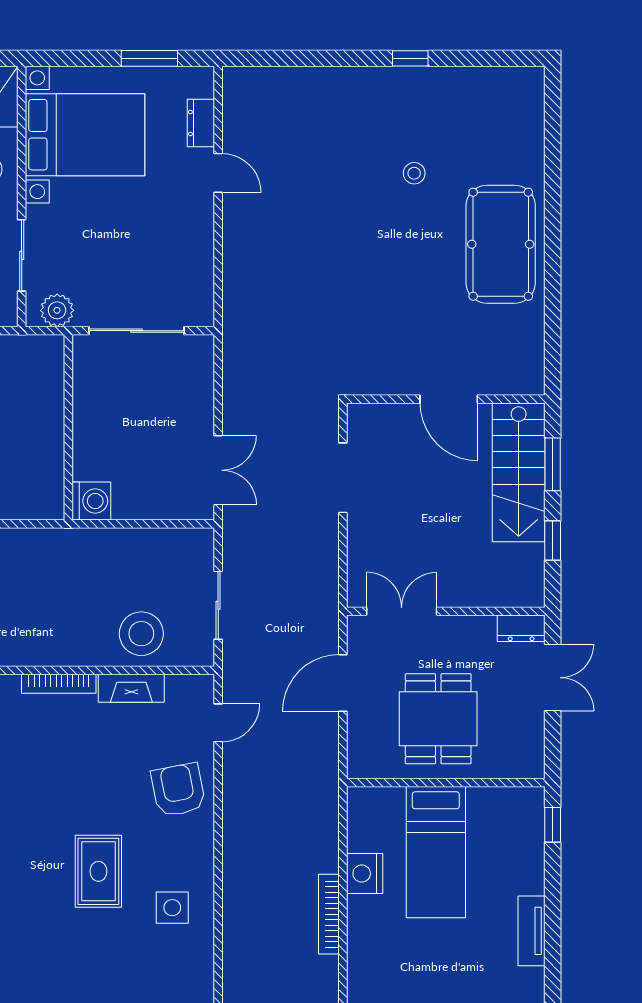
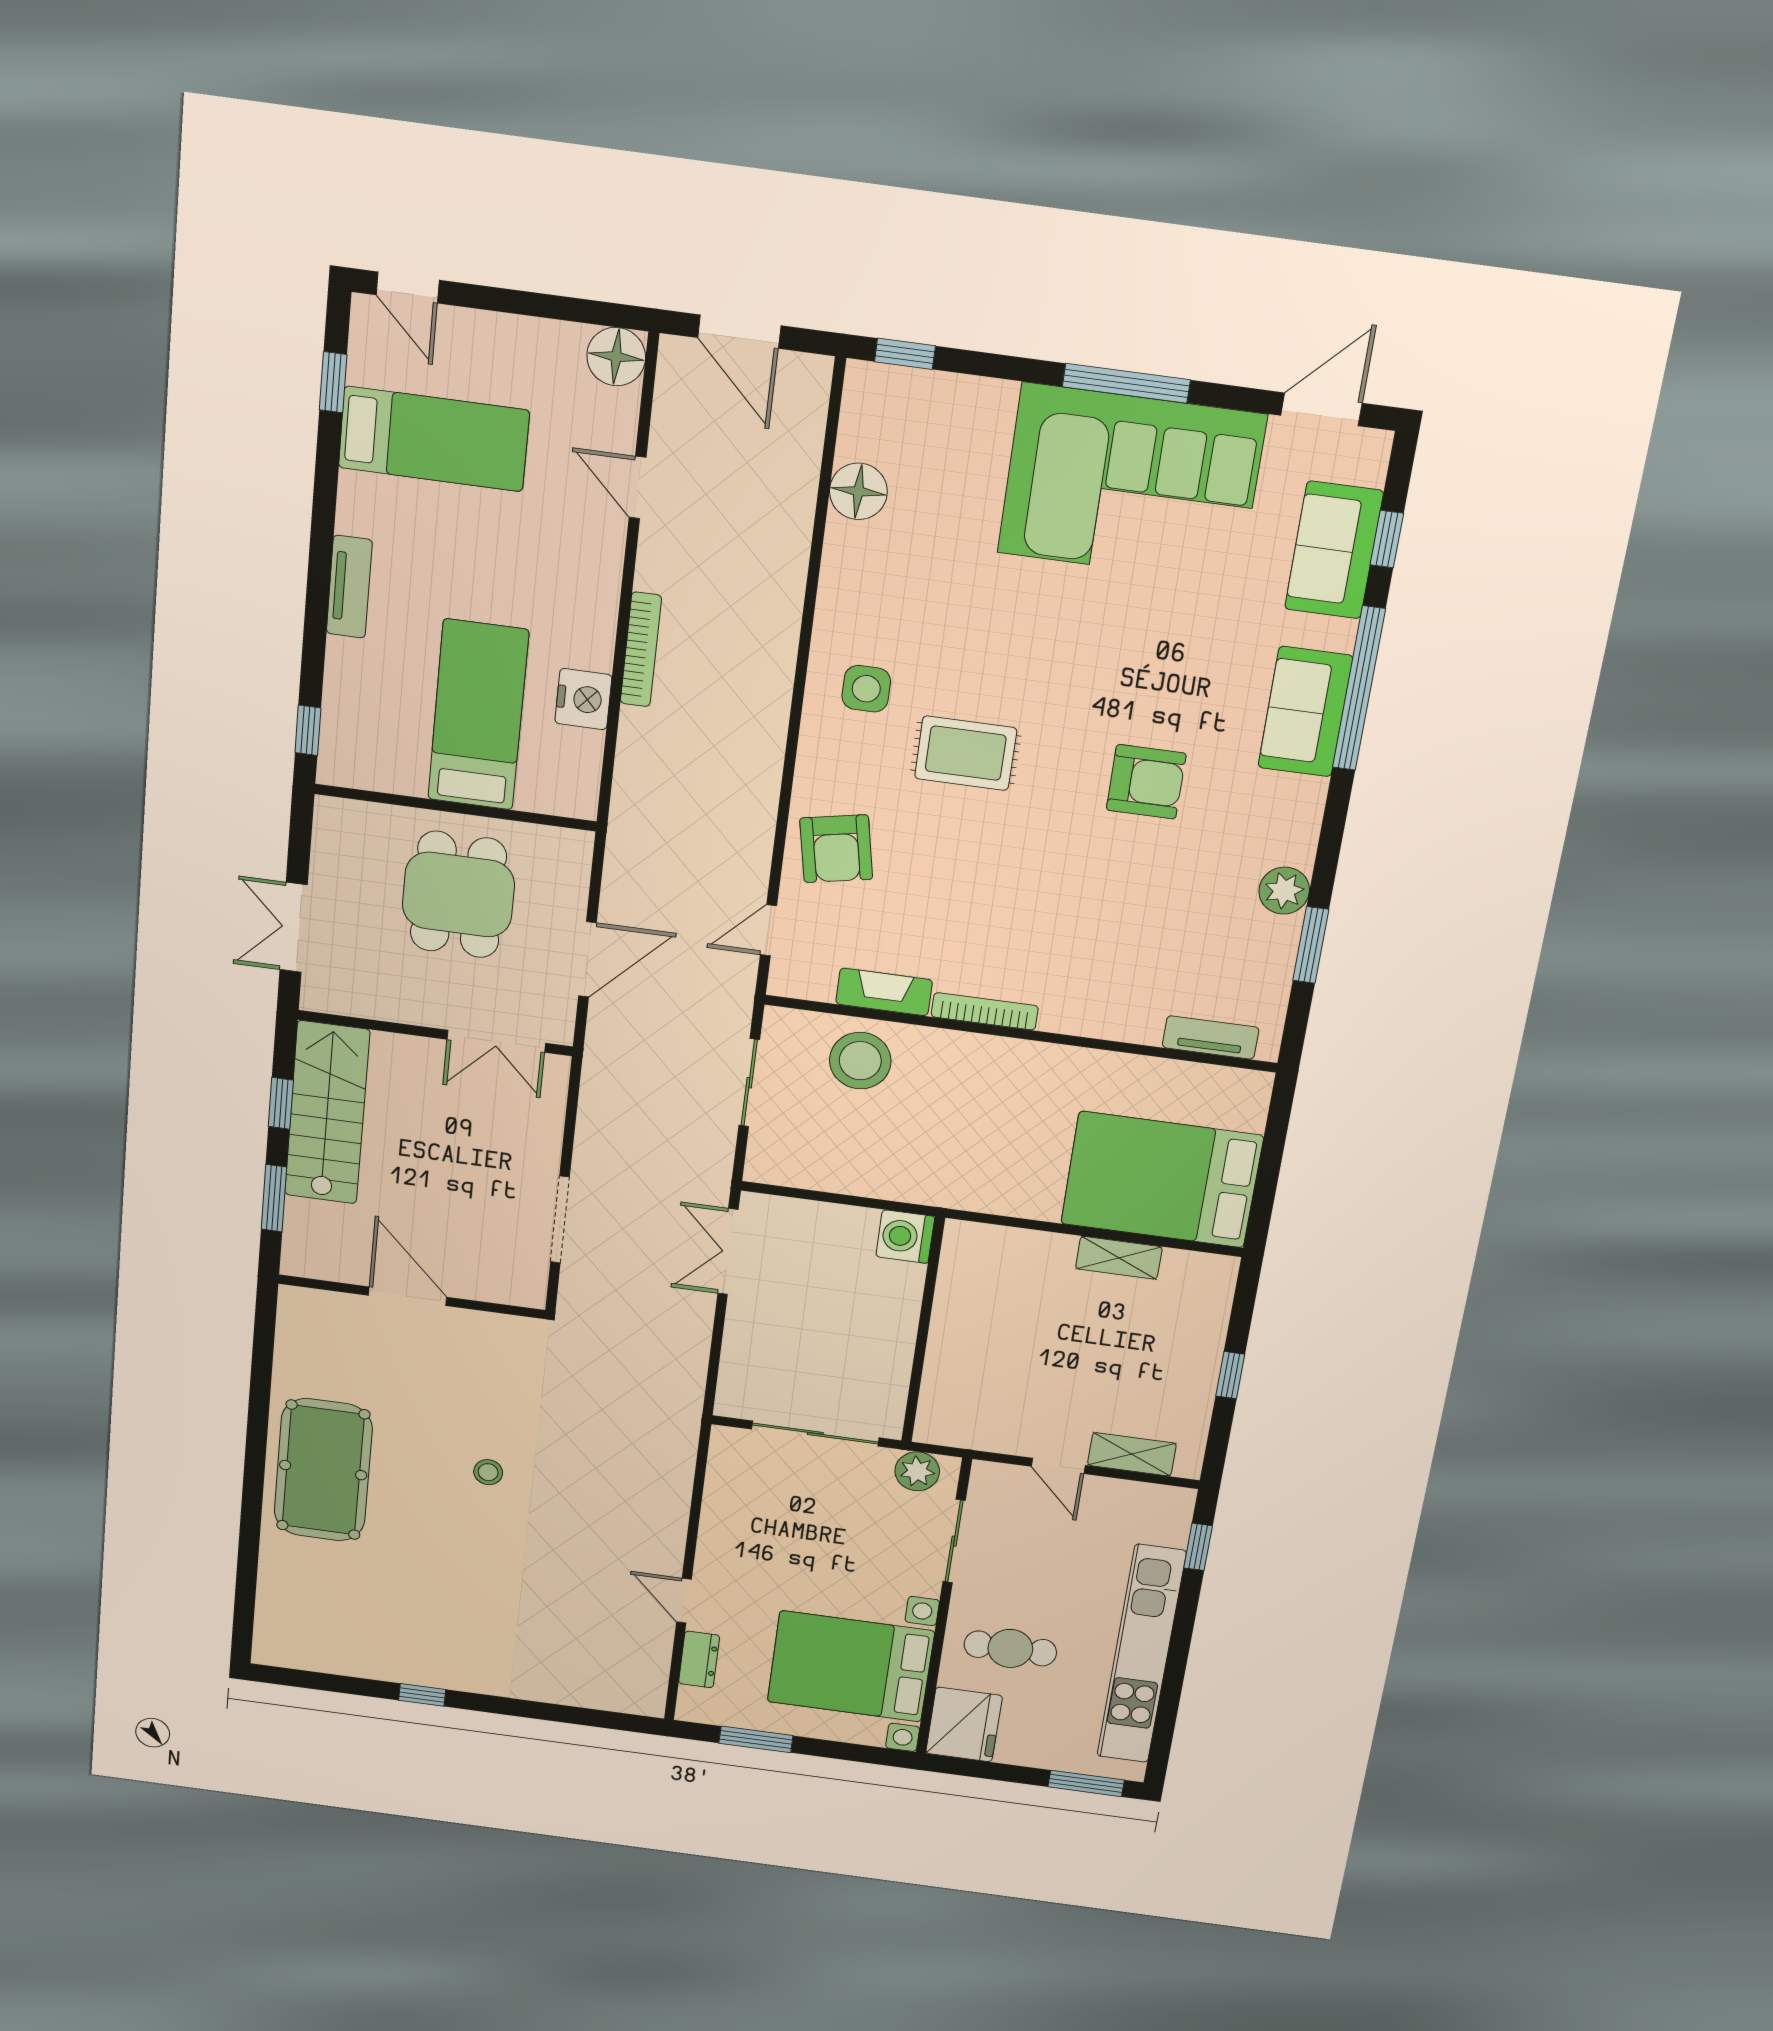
stool: (414, 173) -> (488, 1472), moved
stairs: (519, 472) -> (327, 1113), moved
dresser: (521, 628) -> (333, 997), removed
rug: (98, 871) -> (966, 753), turned 90

